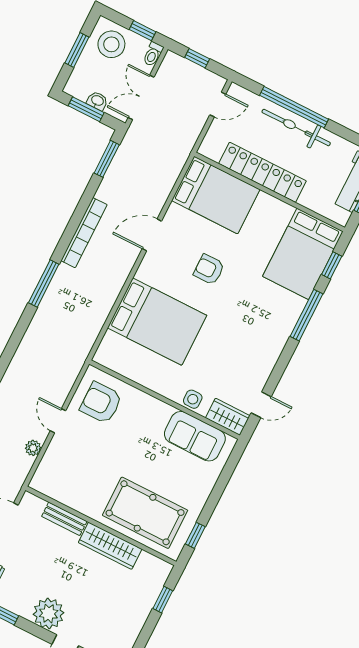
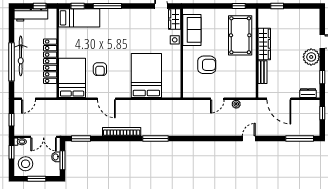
door: (218, 104) -> (29, 99), swing flipped
bed: (303, 254) -> (79, 18), width x0.67
armchair: (209, 269) -> (100, 69), moved
armchair: (101, 403) -> (207, 65), moved, turned -90

